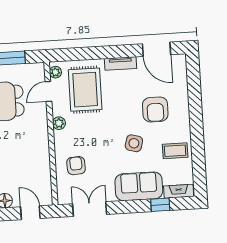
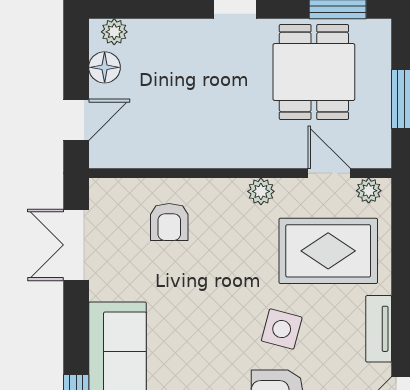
side table: (134, 143) -> (282, 329), moved
armchair: (76, 166) -> (169, 222), turned 93
double door: (90, 209) -> (76, 245), swing flipped

